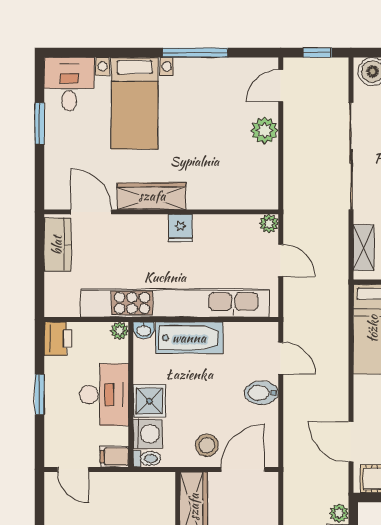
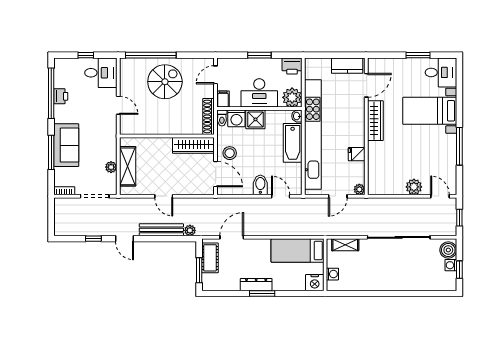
fridge: (180, 228) -> (357, 154), moved
plant: (120, 331) -> (292, 97), width x1.88, depth x1.88
door: (281, 358) -> (281, 196), swing flipped
shoe rack: (144, 481) -> (209, 116), added

